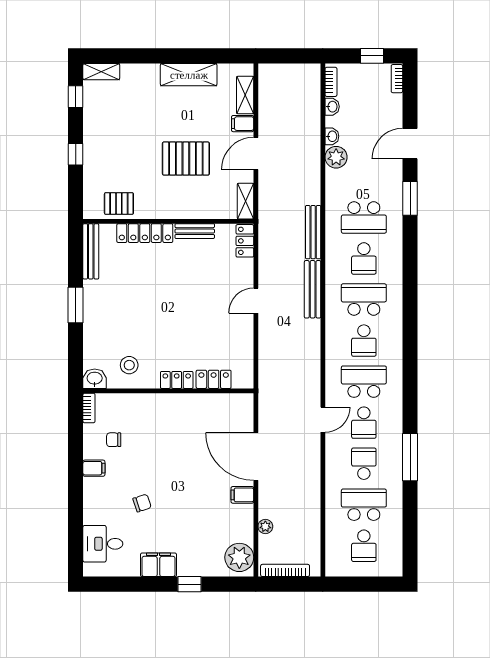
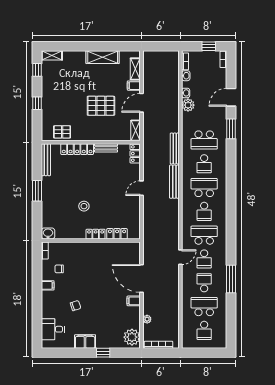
stool: (129, 365) -> (84, 206), moved

